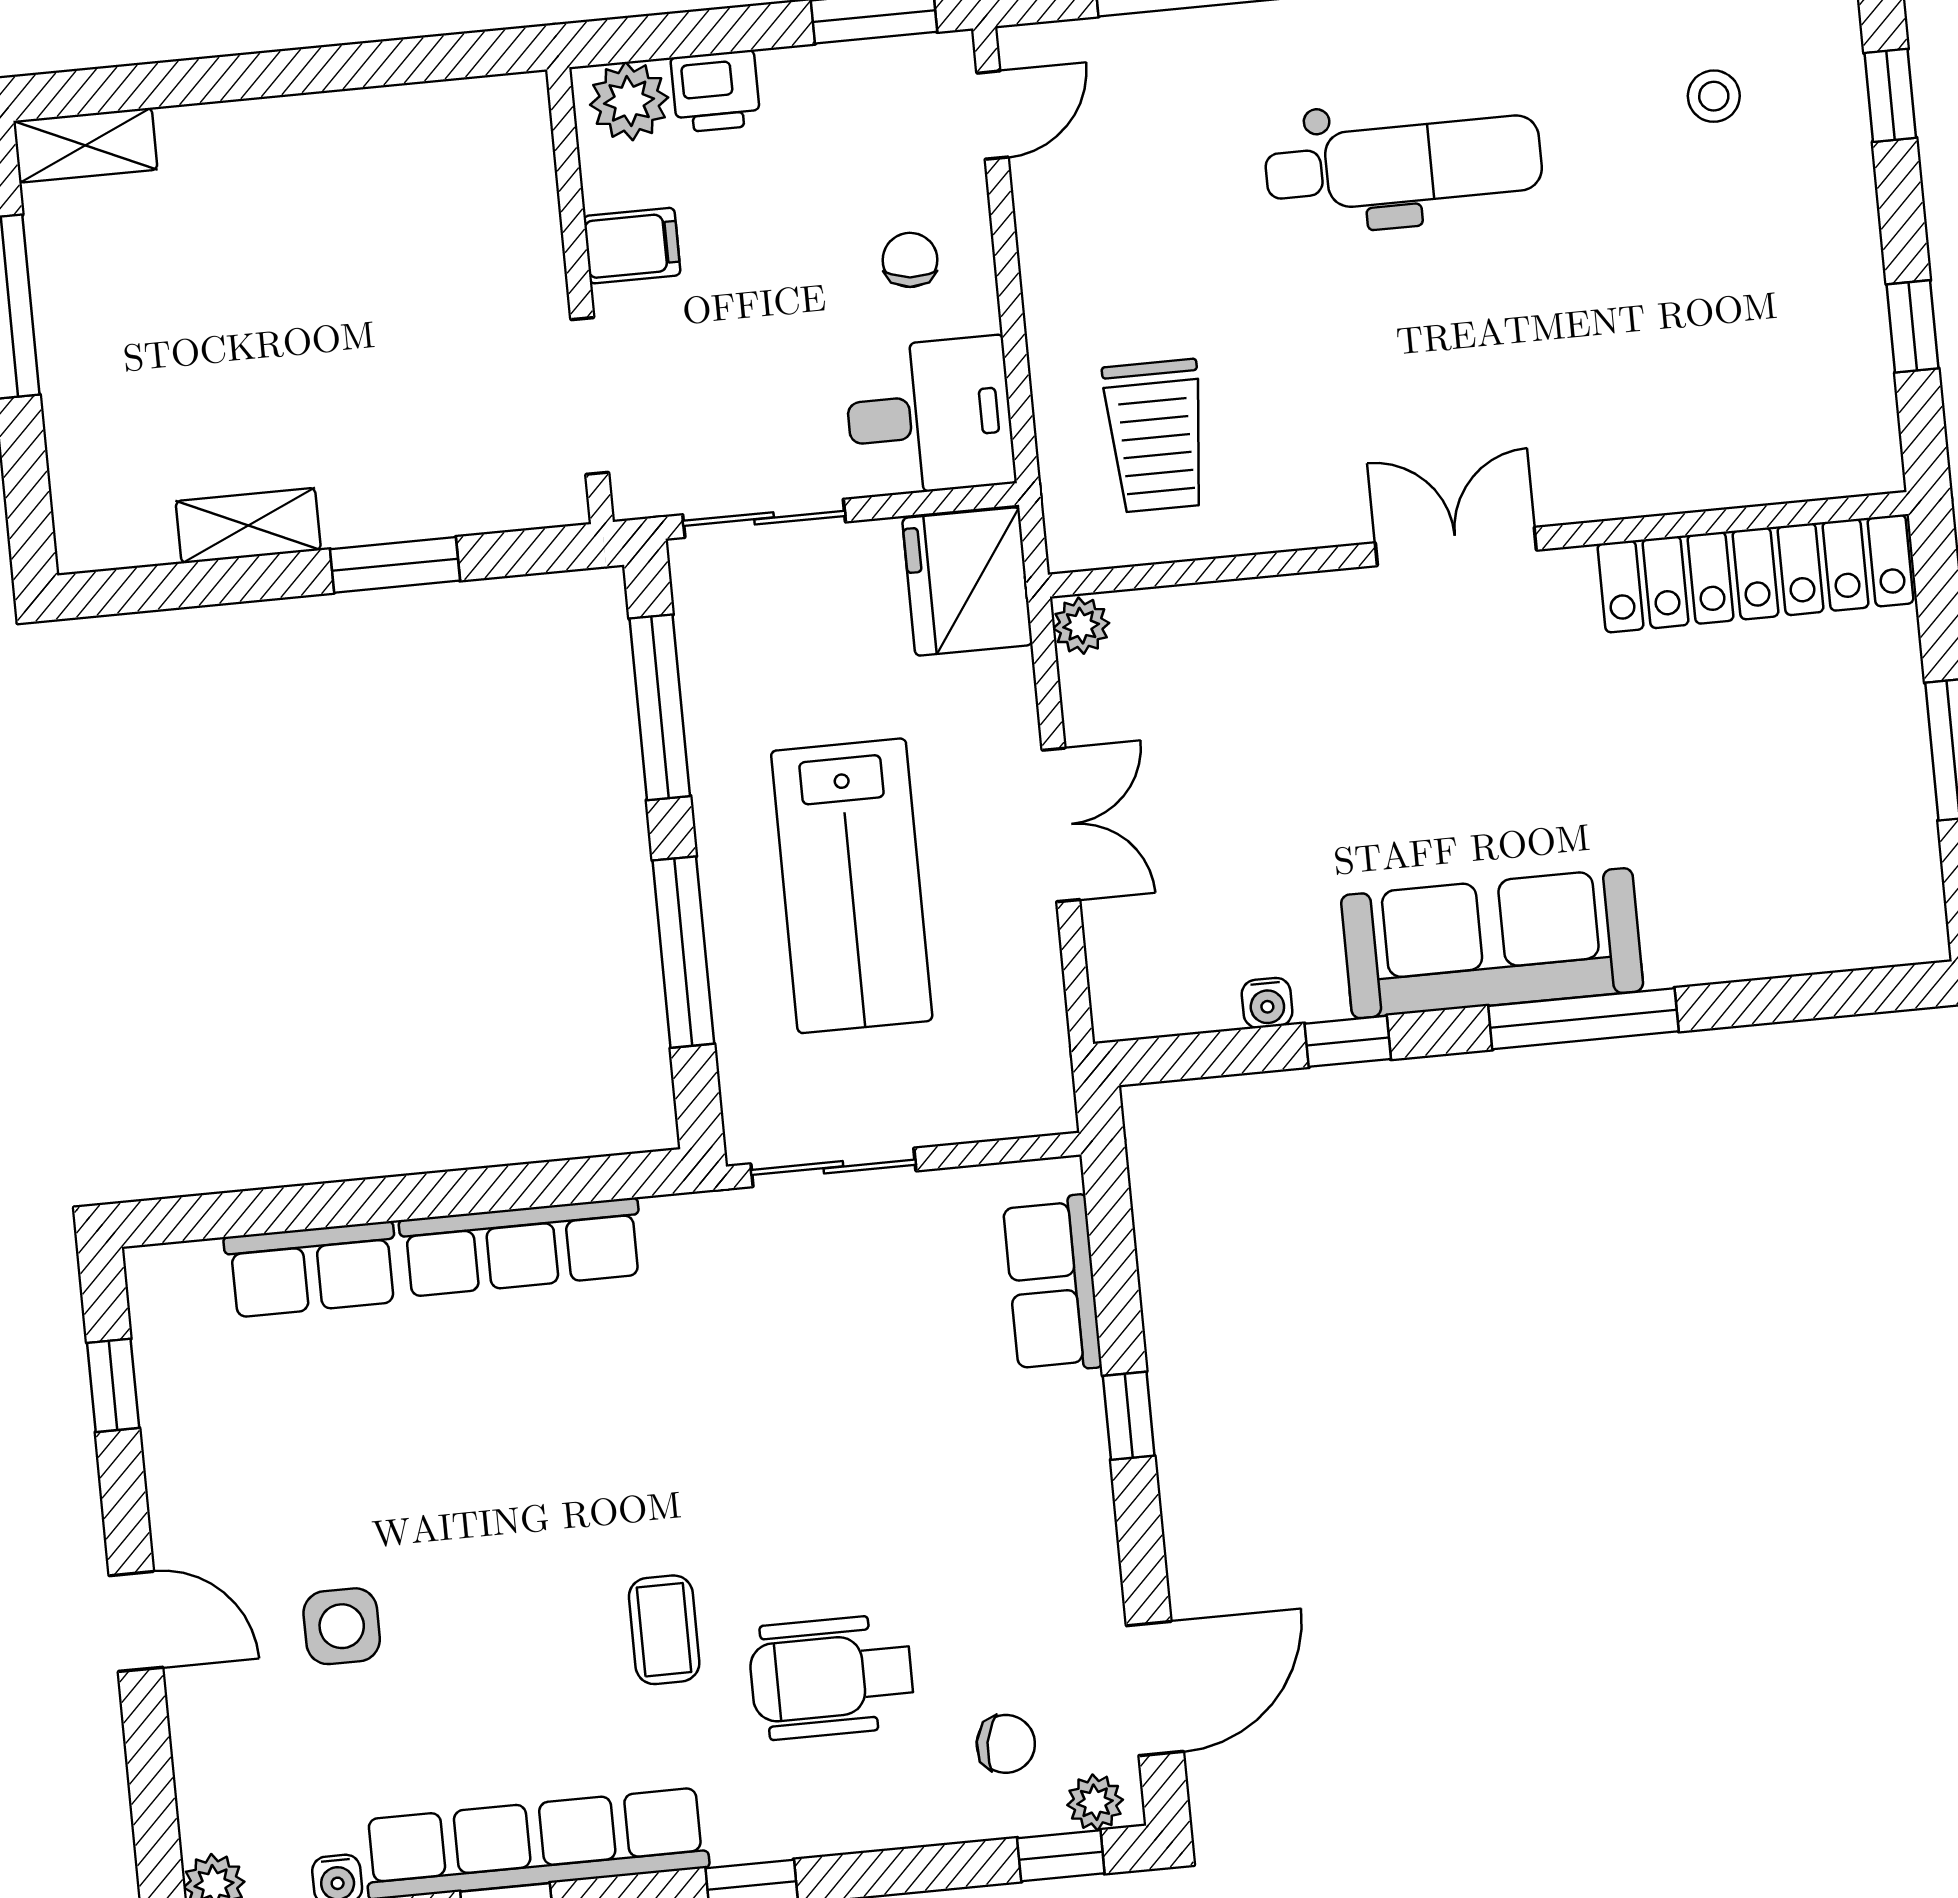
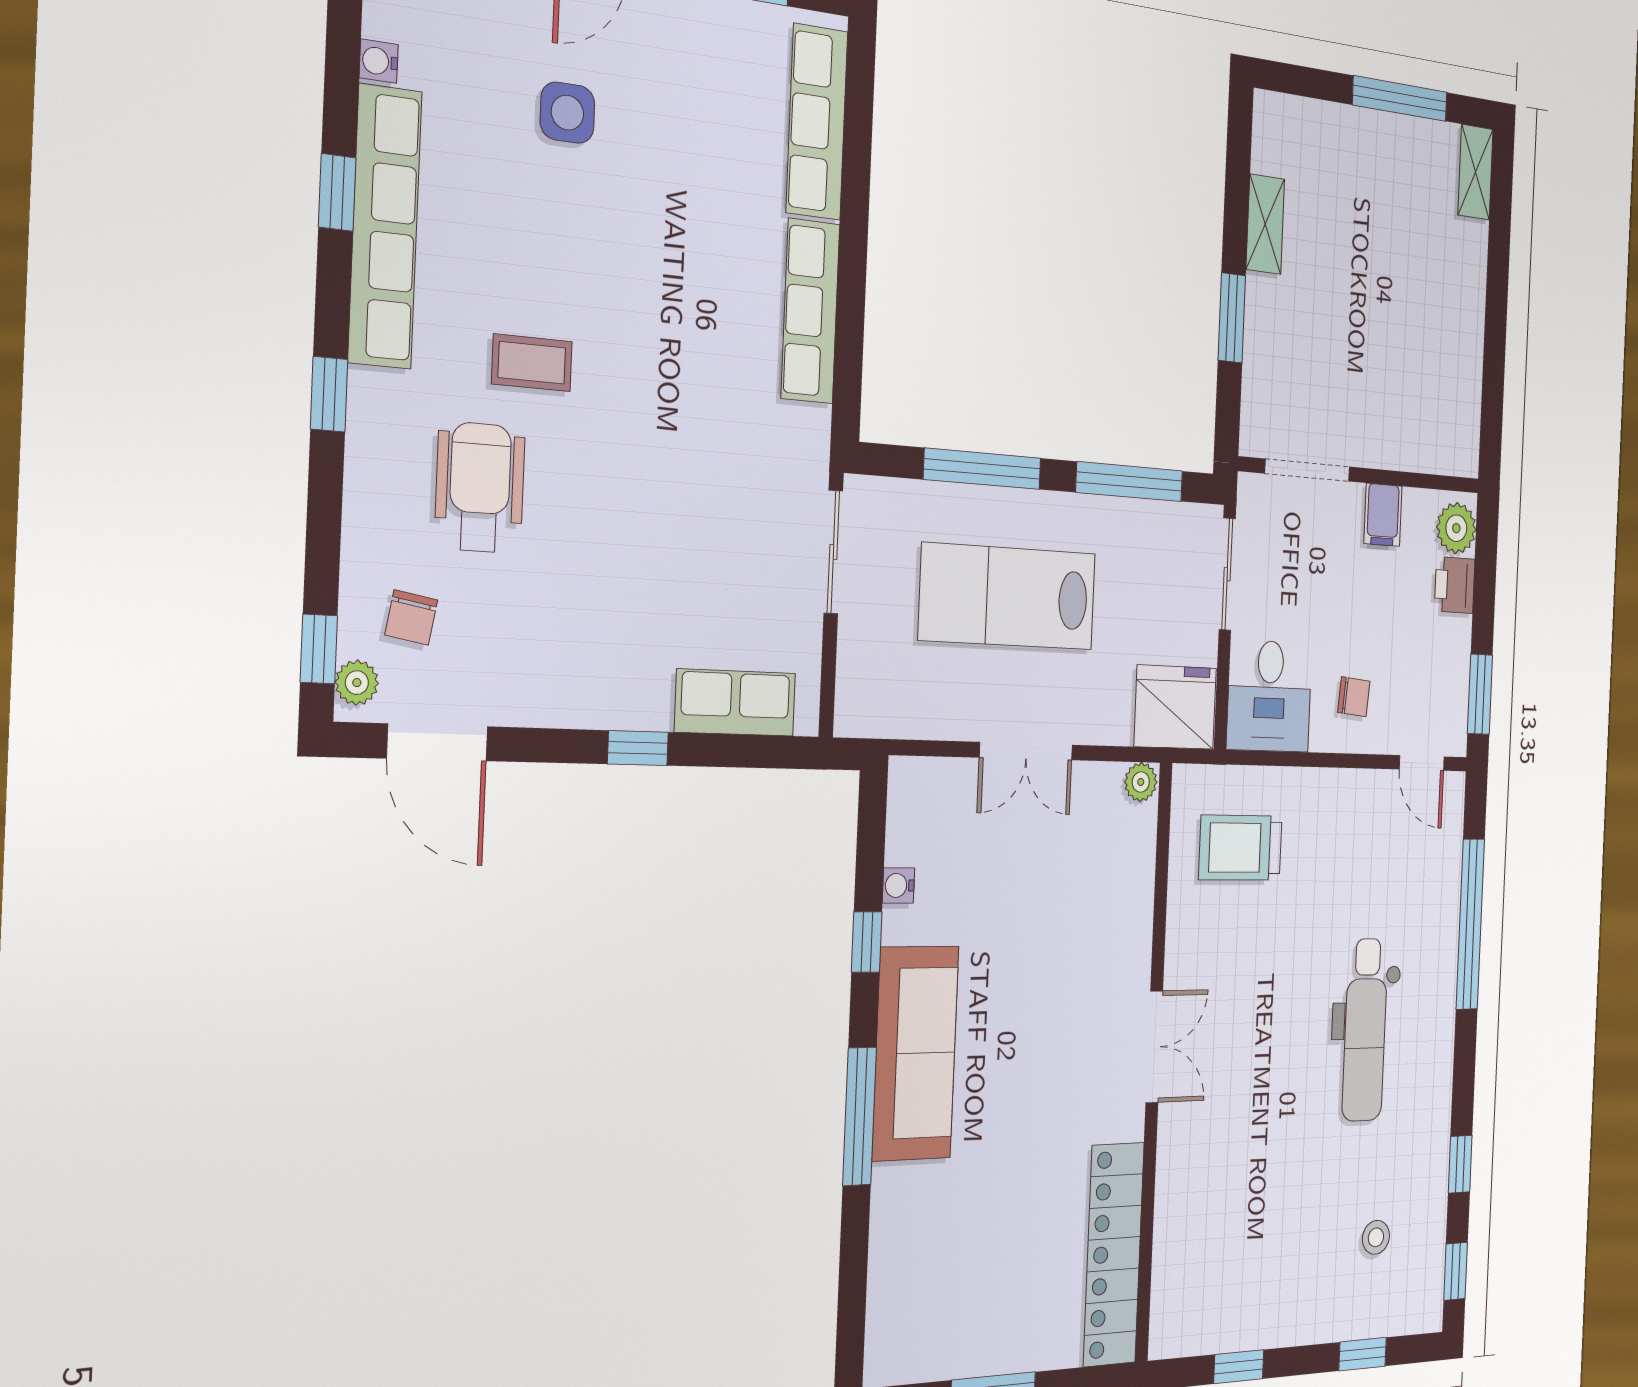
row of seats: (312, 1269) -> (817, 122), width x1.48

